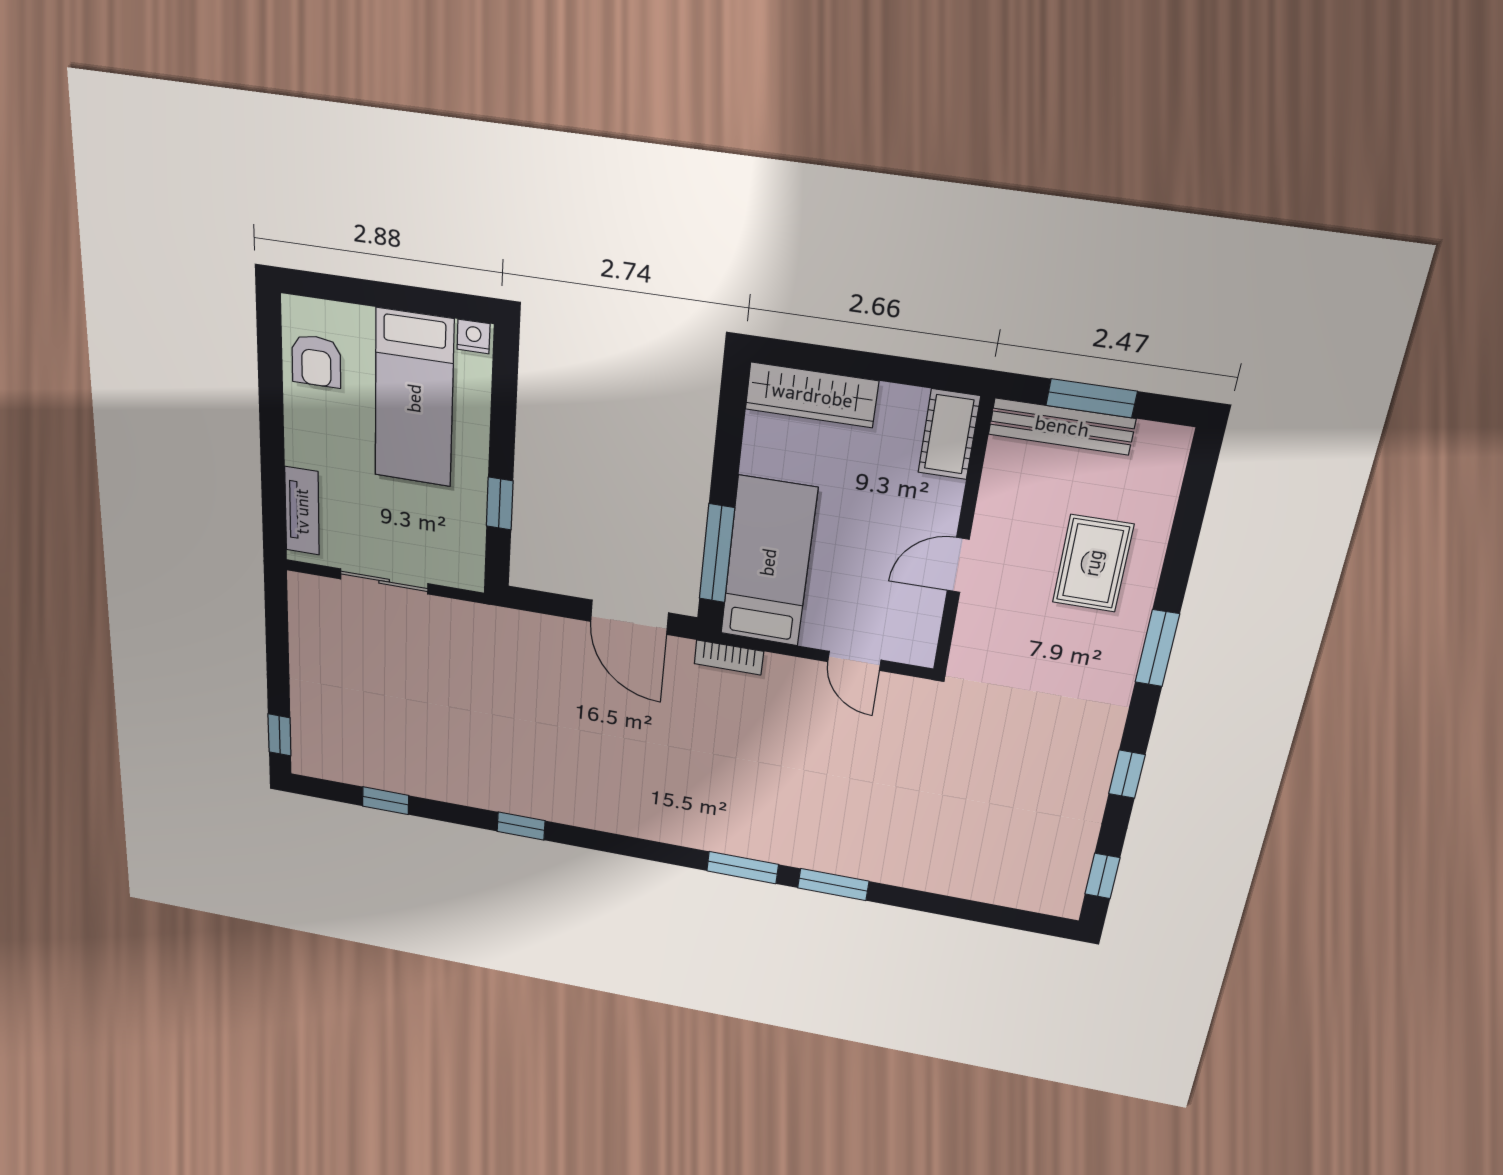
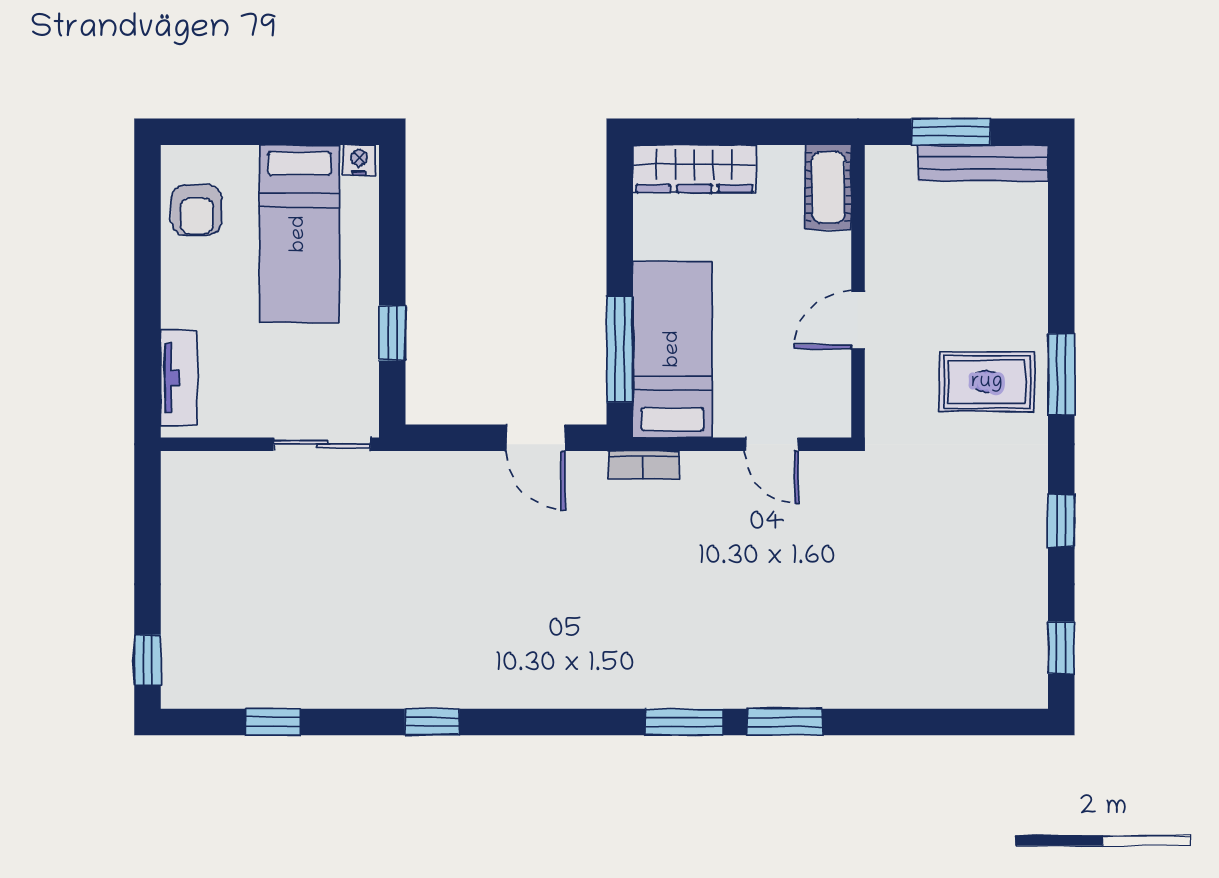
bench: (1062, 426) -> (983, 163), moved
rug: (1093, 563) -> (987, 382), moved, turned 90
sliding door: (384, 581) -> (322, 444), moved
door: (629, 617) -> (536, 438), width x0.73

